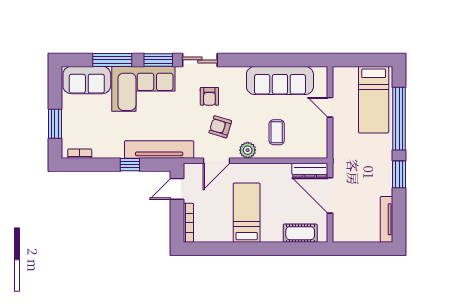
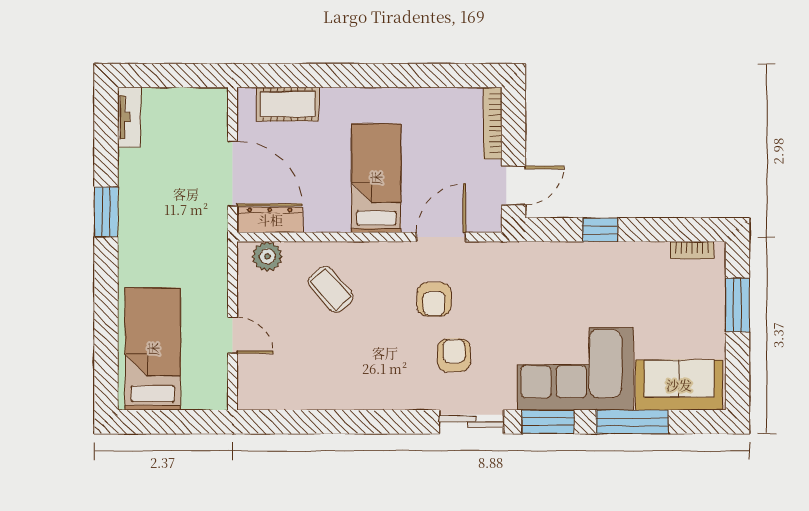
sofa: (280, 81) -> (325, 384), removed
window: (399, 119) -> (106, 314), removed
armchair: (220, 127) -> (434, 299), turned 73
coffee table: (277, 132) -> (331, 289), turned -41
tv unit: (159, 149) -> (546, 258), removed
plant: (248, 150) -> (267, 256), moved
bed: (247, 213) -> (376, 178), moved, turned 180
tv unit: (387, 219) -> (129, 117), width x0.71

